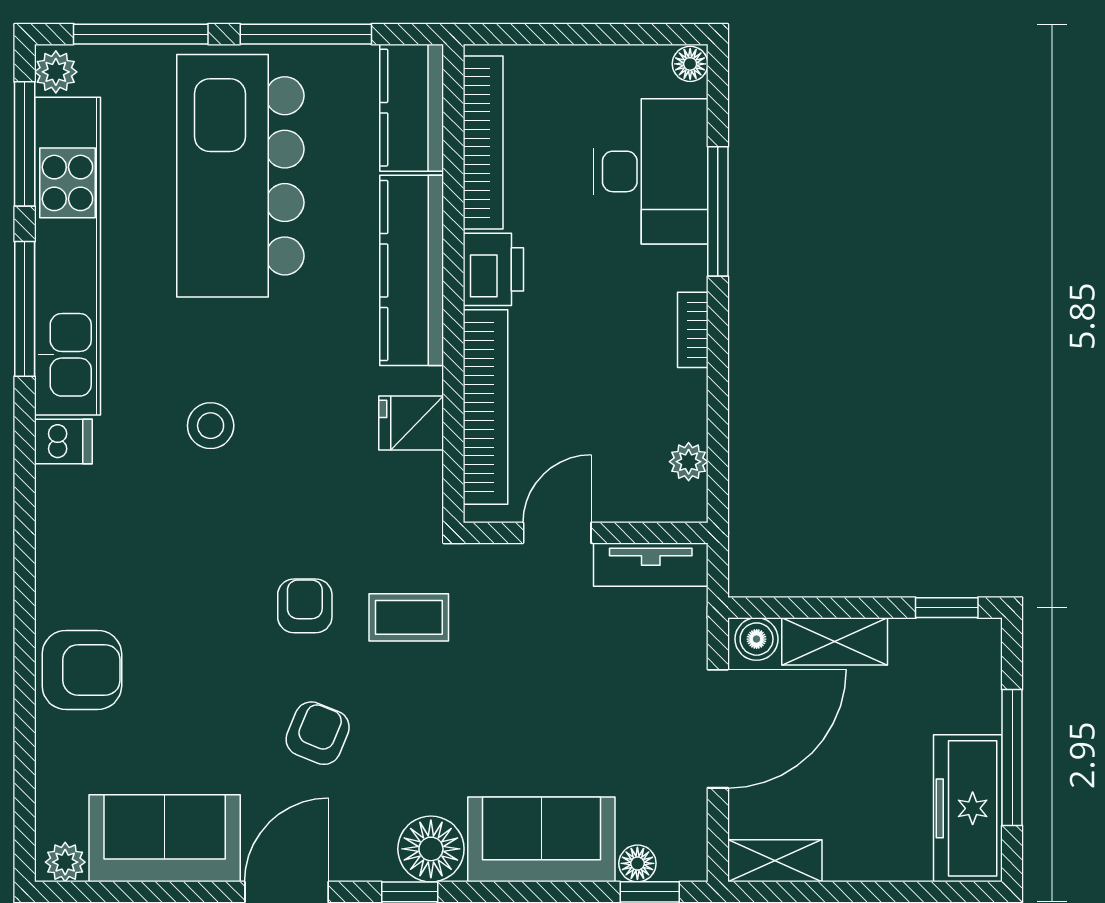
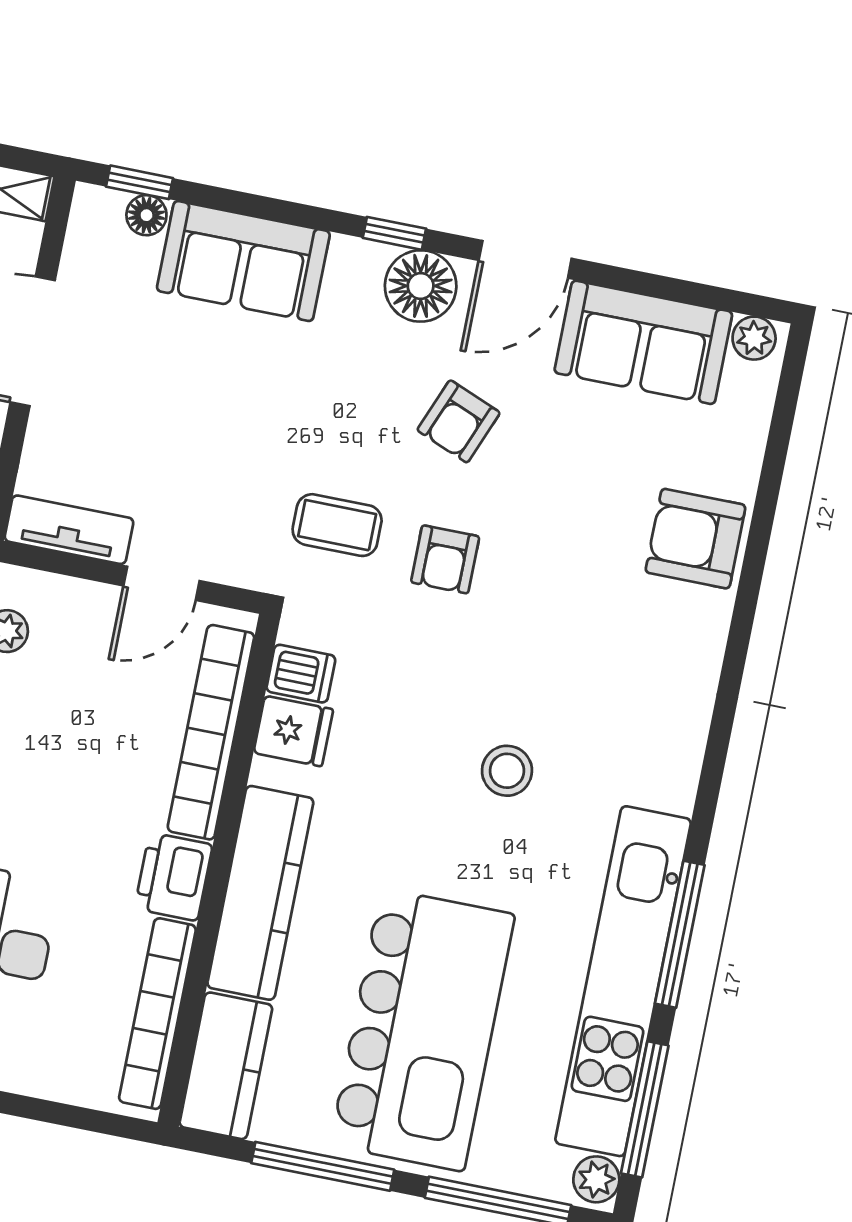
dishwasher: (63, 442) -> (301, 674), moved, turned 180
floor lamp: (431, 849) -> (421, 286), moved

